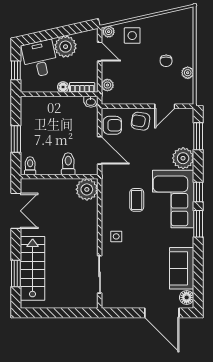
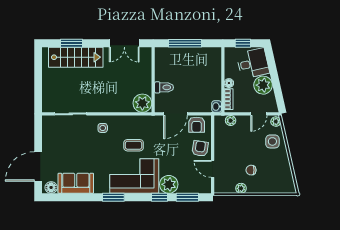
window: (16, 139) -> (185, 43), width x1.44
toilet: (30, 166) -> (162, 55), removed
window: (198, 192) -> (159, 197), moved

